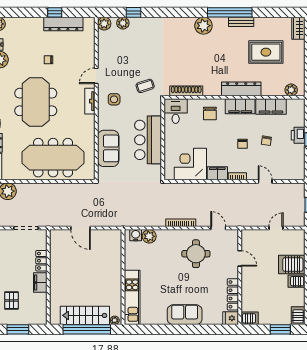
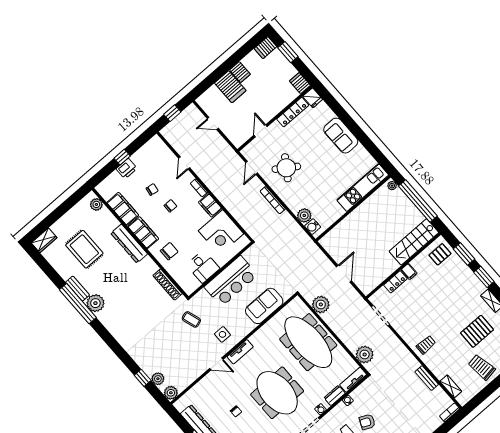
plant: (203, 26) -> (95, 303), moved
meeting table: (36, 102) -> (277, 393), turned 90
desk: (176, 111) -> (203, 267), moved, turned -90
plant: (73, 191) -> (321, 304), added
round table: (196, 254) -> (286, 168), turned 34
filing cabinet: (40, 283) -> (409, 272), width x0.50
pallet: (12, 300) -> (440, 254), moved
stairs: (85, 315) -> (414, 242), moved, turned 90

